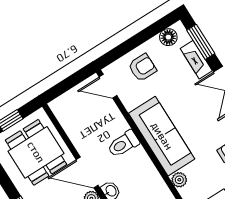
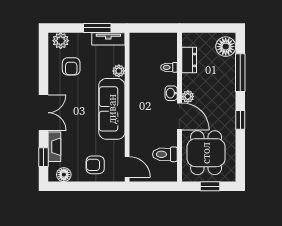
window: (201, 42) -> (43, 157), width x0.67
toilet: (123, 144) -> (165, 154), moved, turned 180

